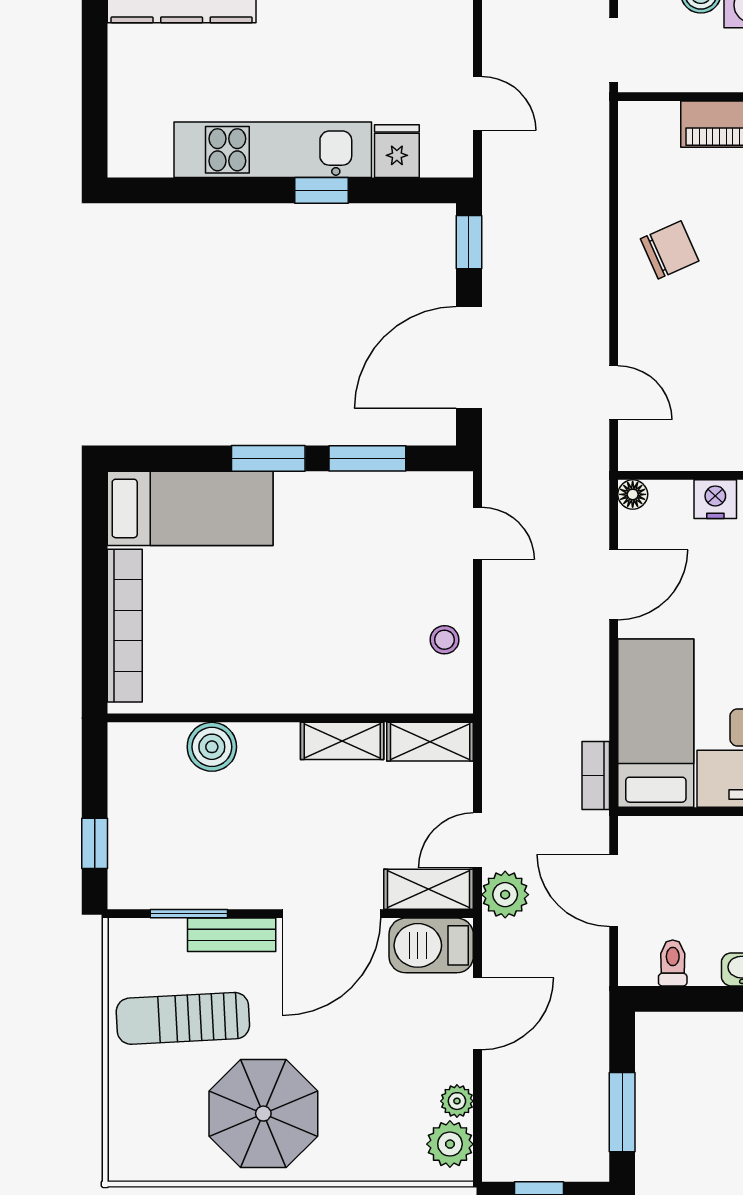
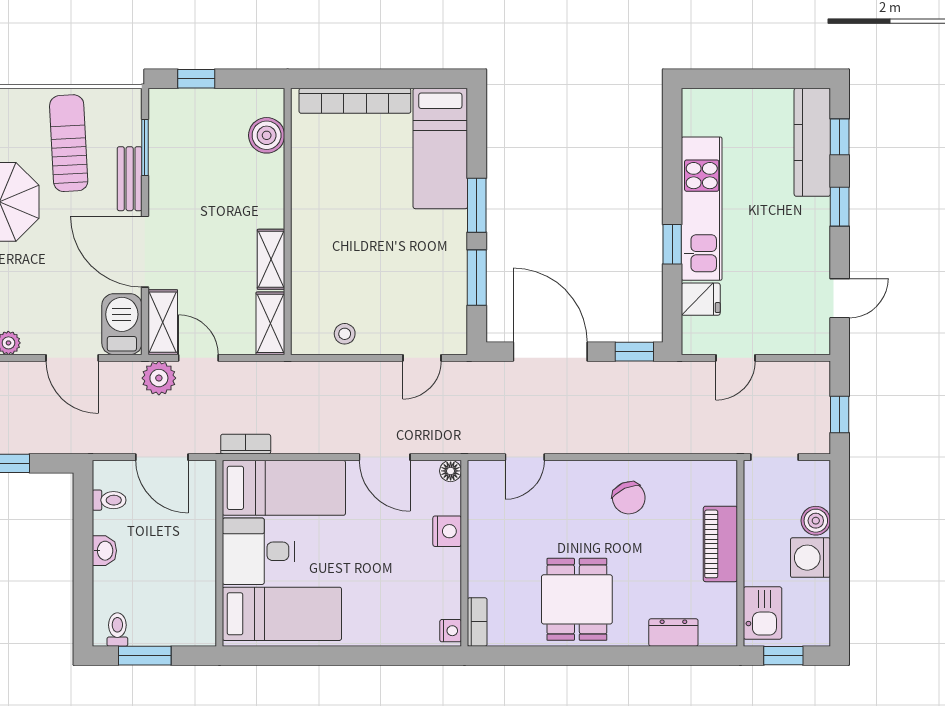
boiler: (212, 747) -> (267, 135), moved
door: (614, 890) -> (162, 457), swing flipped

